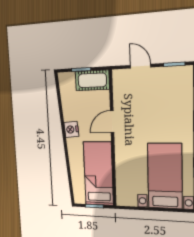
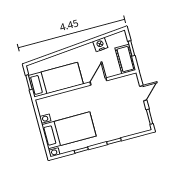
door: (112, 122) -> (98, 81), hinge flipped
nightstand: (71, 129) -> (100, 45), moved

